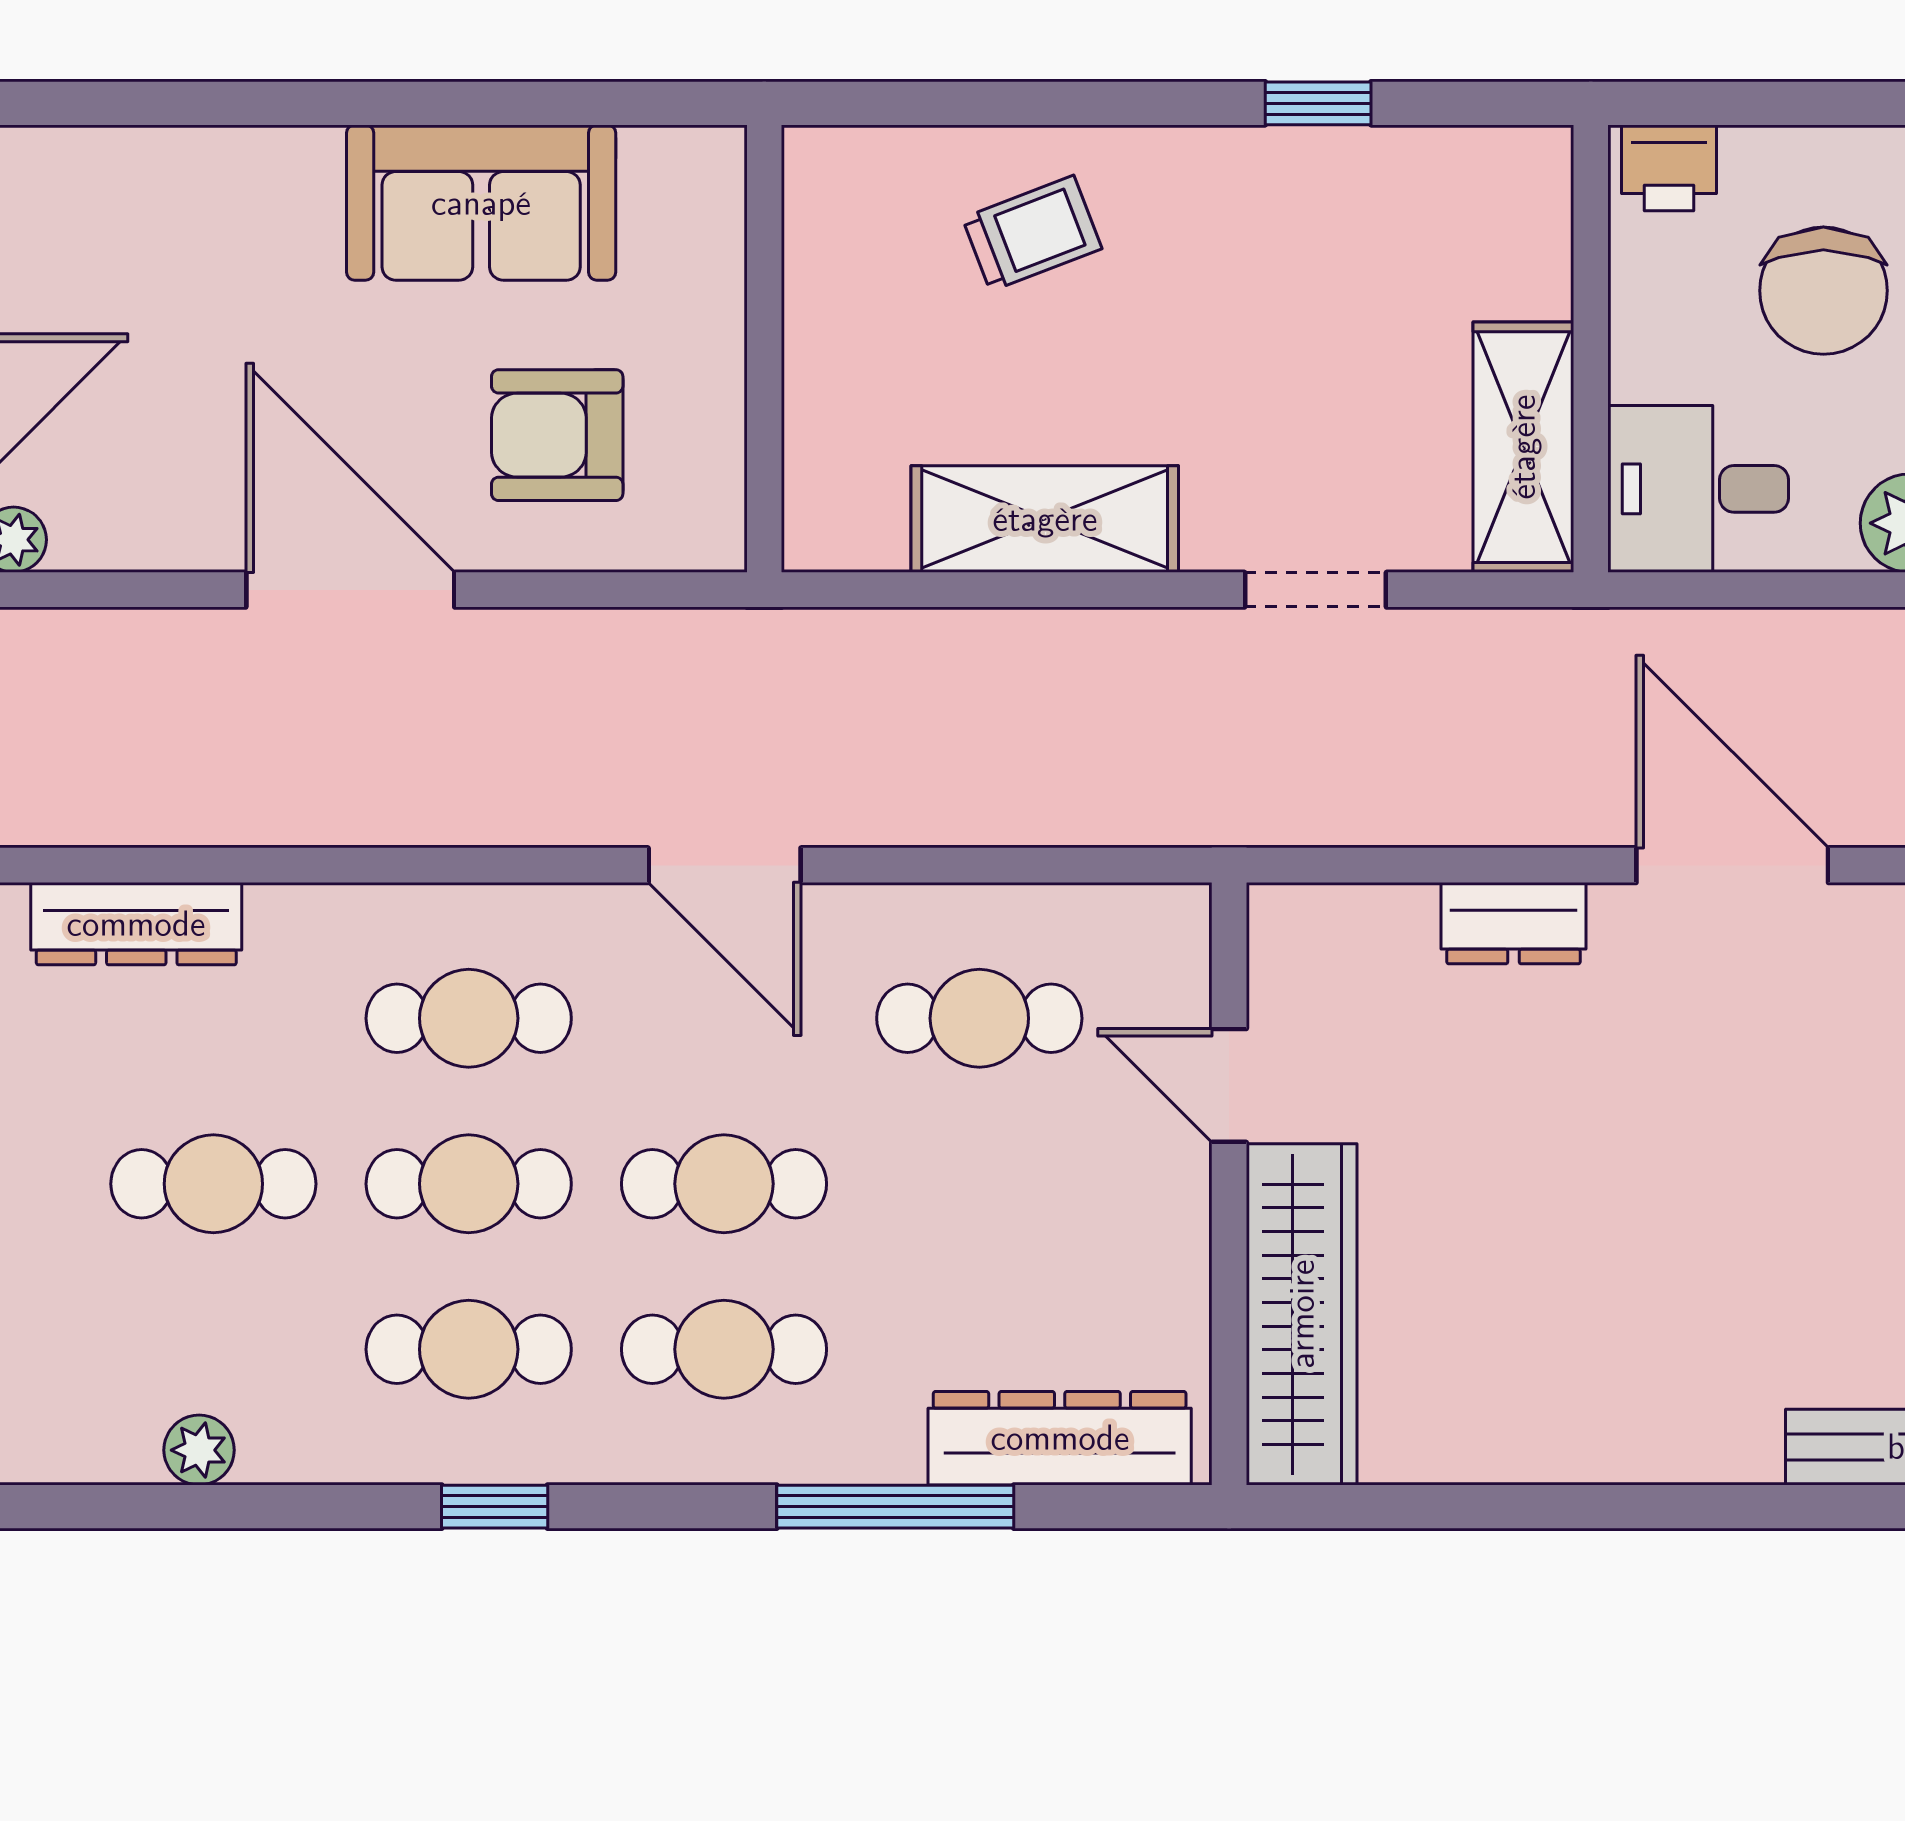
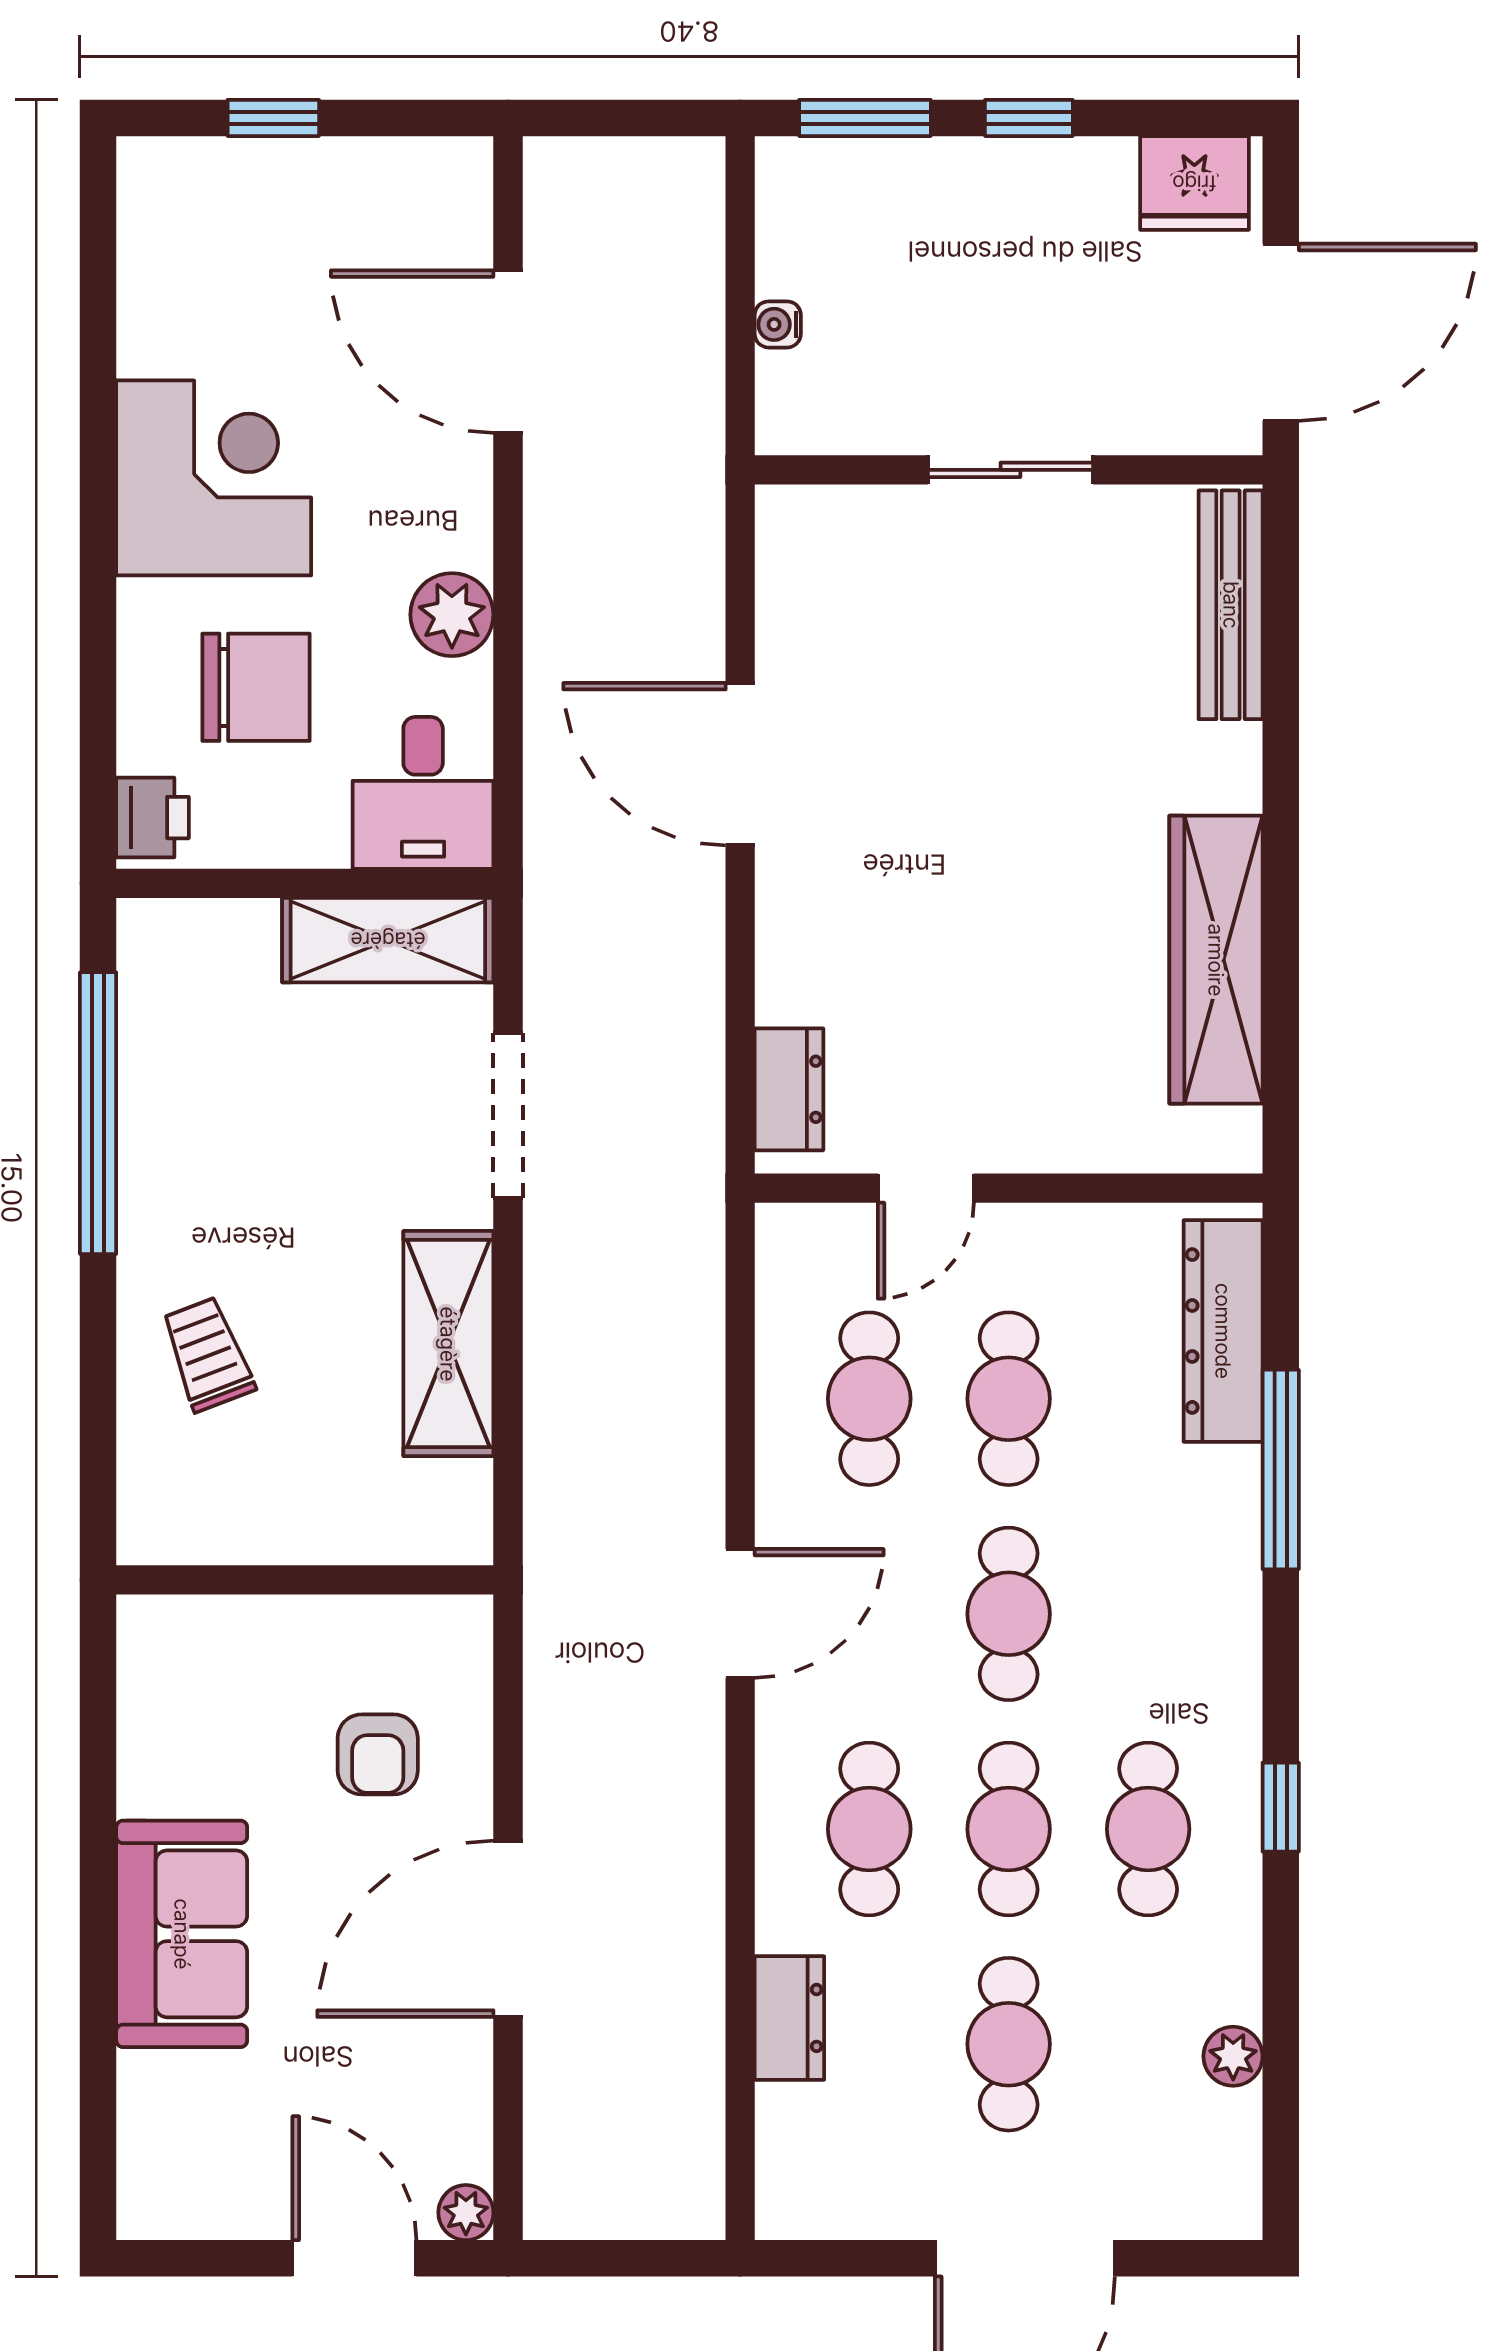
window: (1318, 103) -> (98, 1113), width x3.17
sofa: (481, 203) -> (182, 1934), moved
armchair: (557, 435) -> (378, 1754), width x0.72, depth x0.72
doorway: (1315, 590) -> (508, 1115), width x1.38
door: (1732, 865) -> (740, 764), hinge flipped
dresser: (1513, 923) -> (789, 1089), moved
dresser: (136, 924) -> (789, 2018), moved, width x0.70
wardrobe: (1302, 1314) -> (1216, 960), moved, turned -90
cafe table: (724, 1349) -> (1009, 1399), moved

